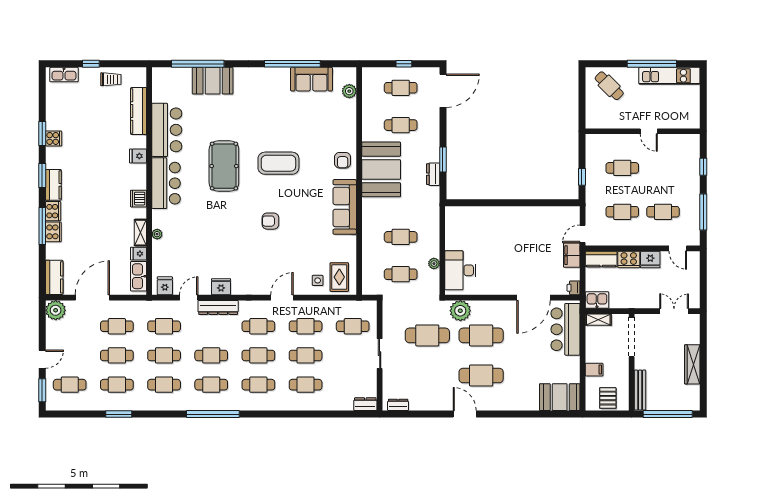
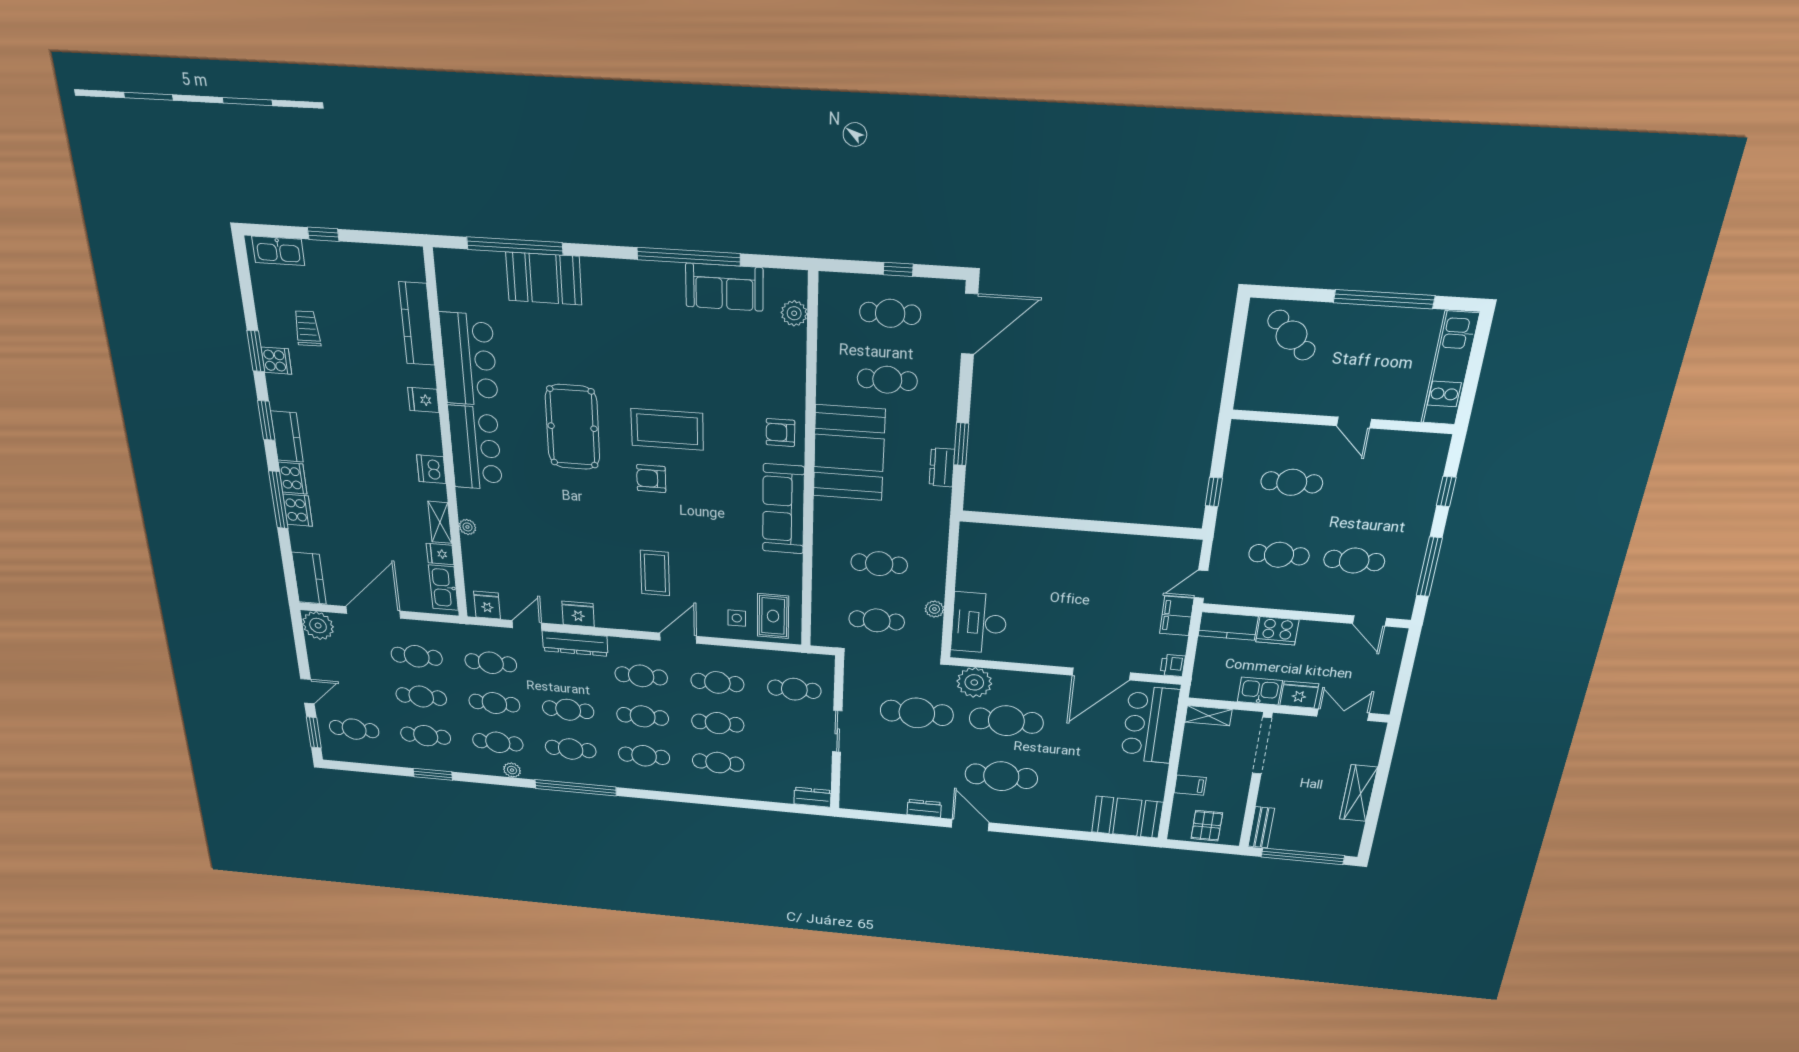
kitchen unit: (669, 76) -> (1450, 368), moved, turned 90
trolley: (111, 79) -> (307, 328), moved, turned -91
armchair: (343, 160) -> (780, 433), turned 90
armchair: (270, 221) -> (651, 479), moved
coffee table: (269, 255) -> (655, 573), added
fridge: (650, 260) -> (1299, 695), moved, turned 180
kitchen sink: (597, 300) -> (1260, 691), moved
bench: (640, 390) -> (1261, 827), width x0.73
plant: (172, 405) -> (512, 770), added
dresser: (398, 405) -> (924, 809), moved

